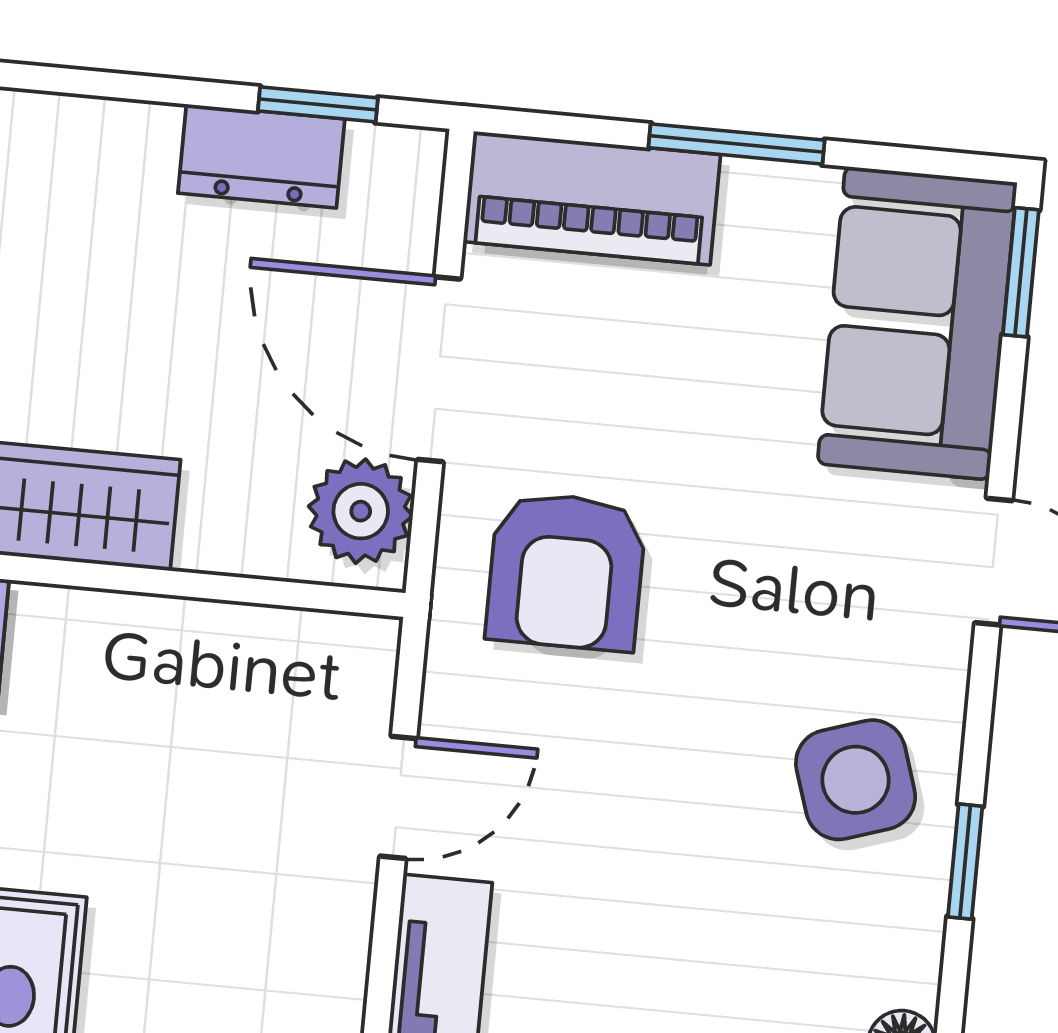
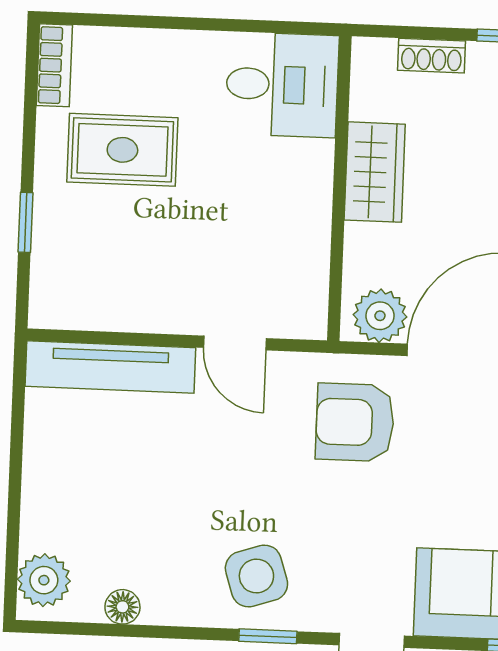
window: (965, 862) -> (268, 636), moved

